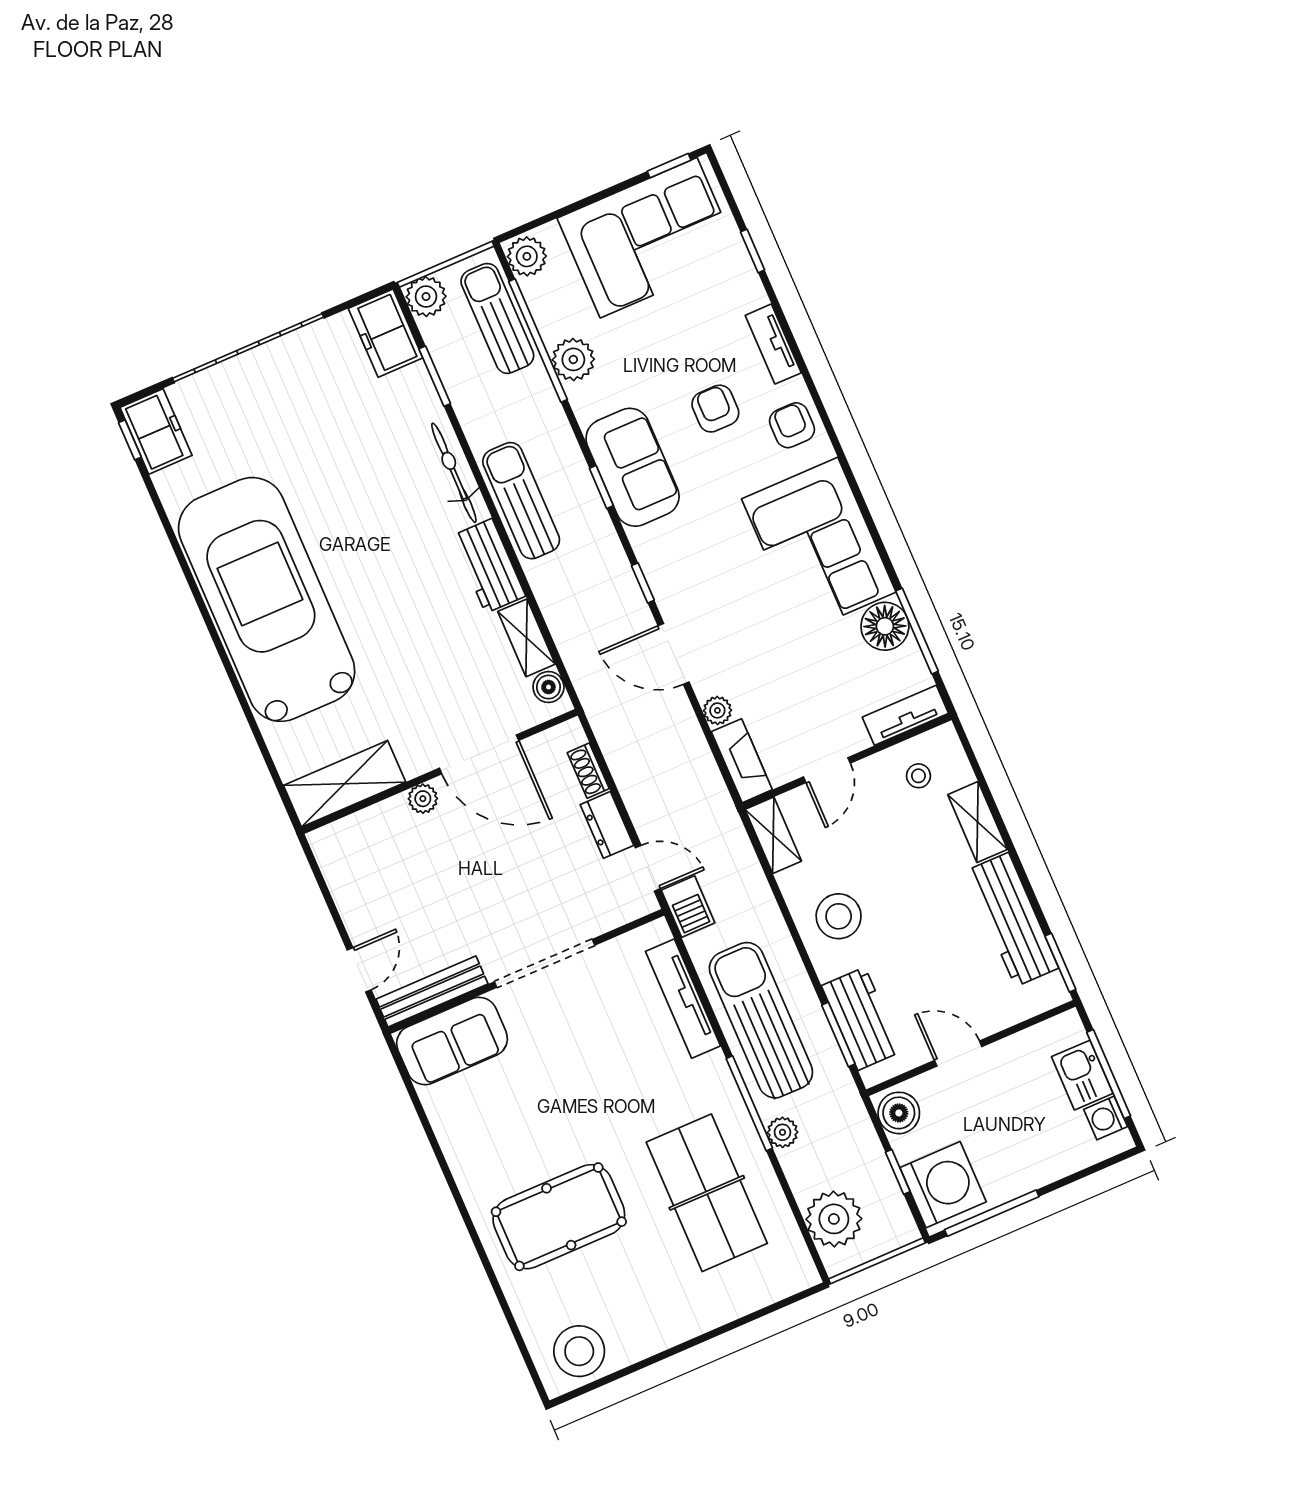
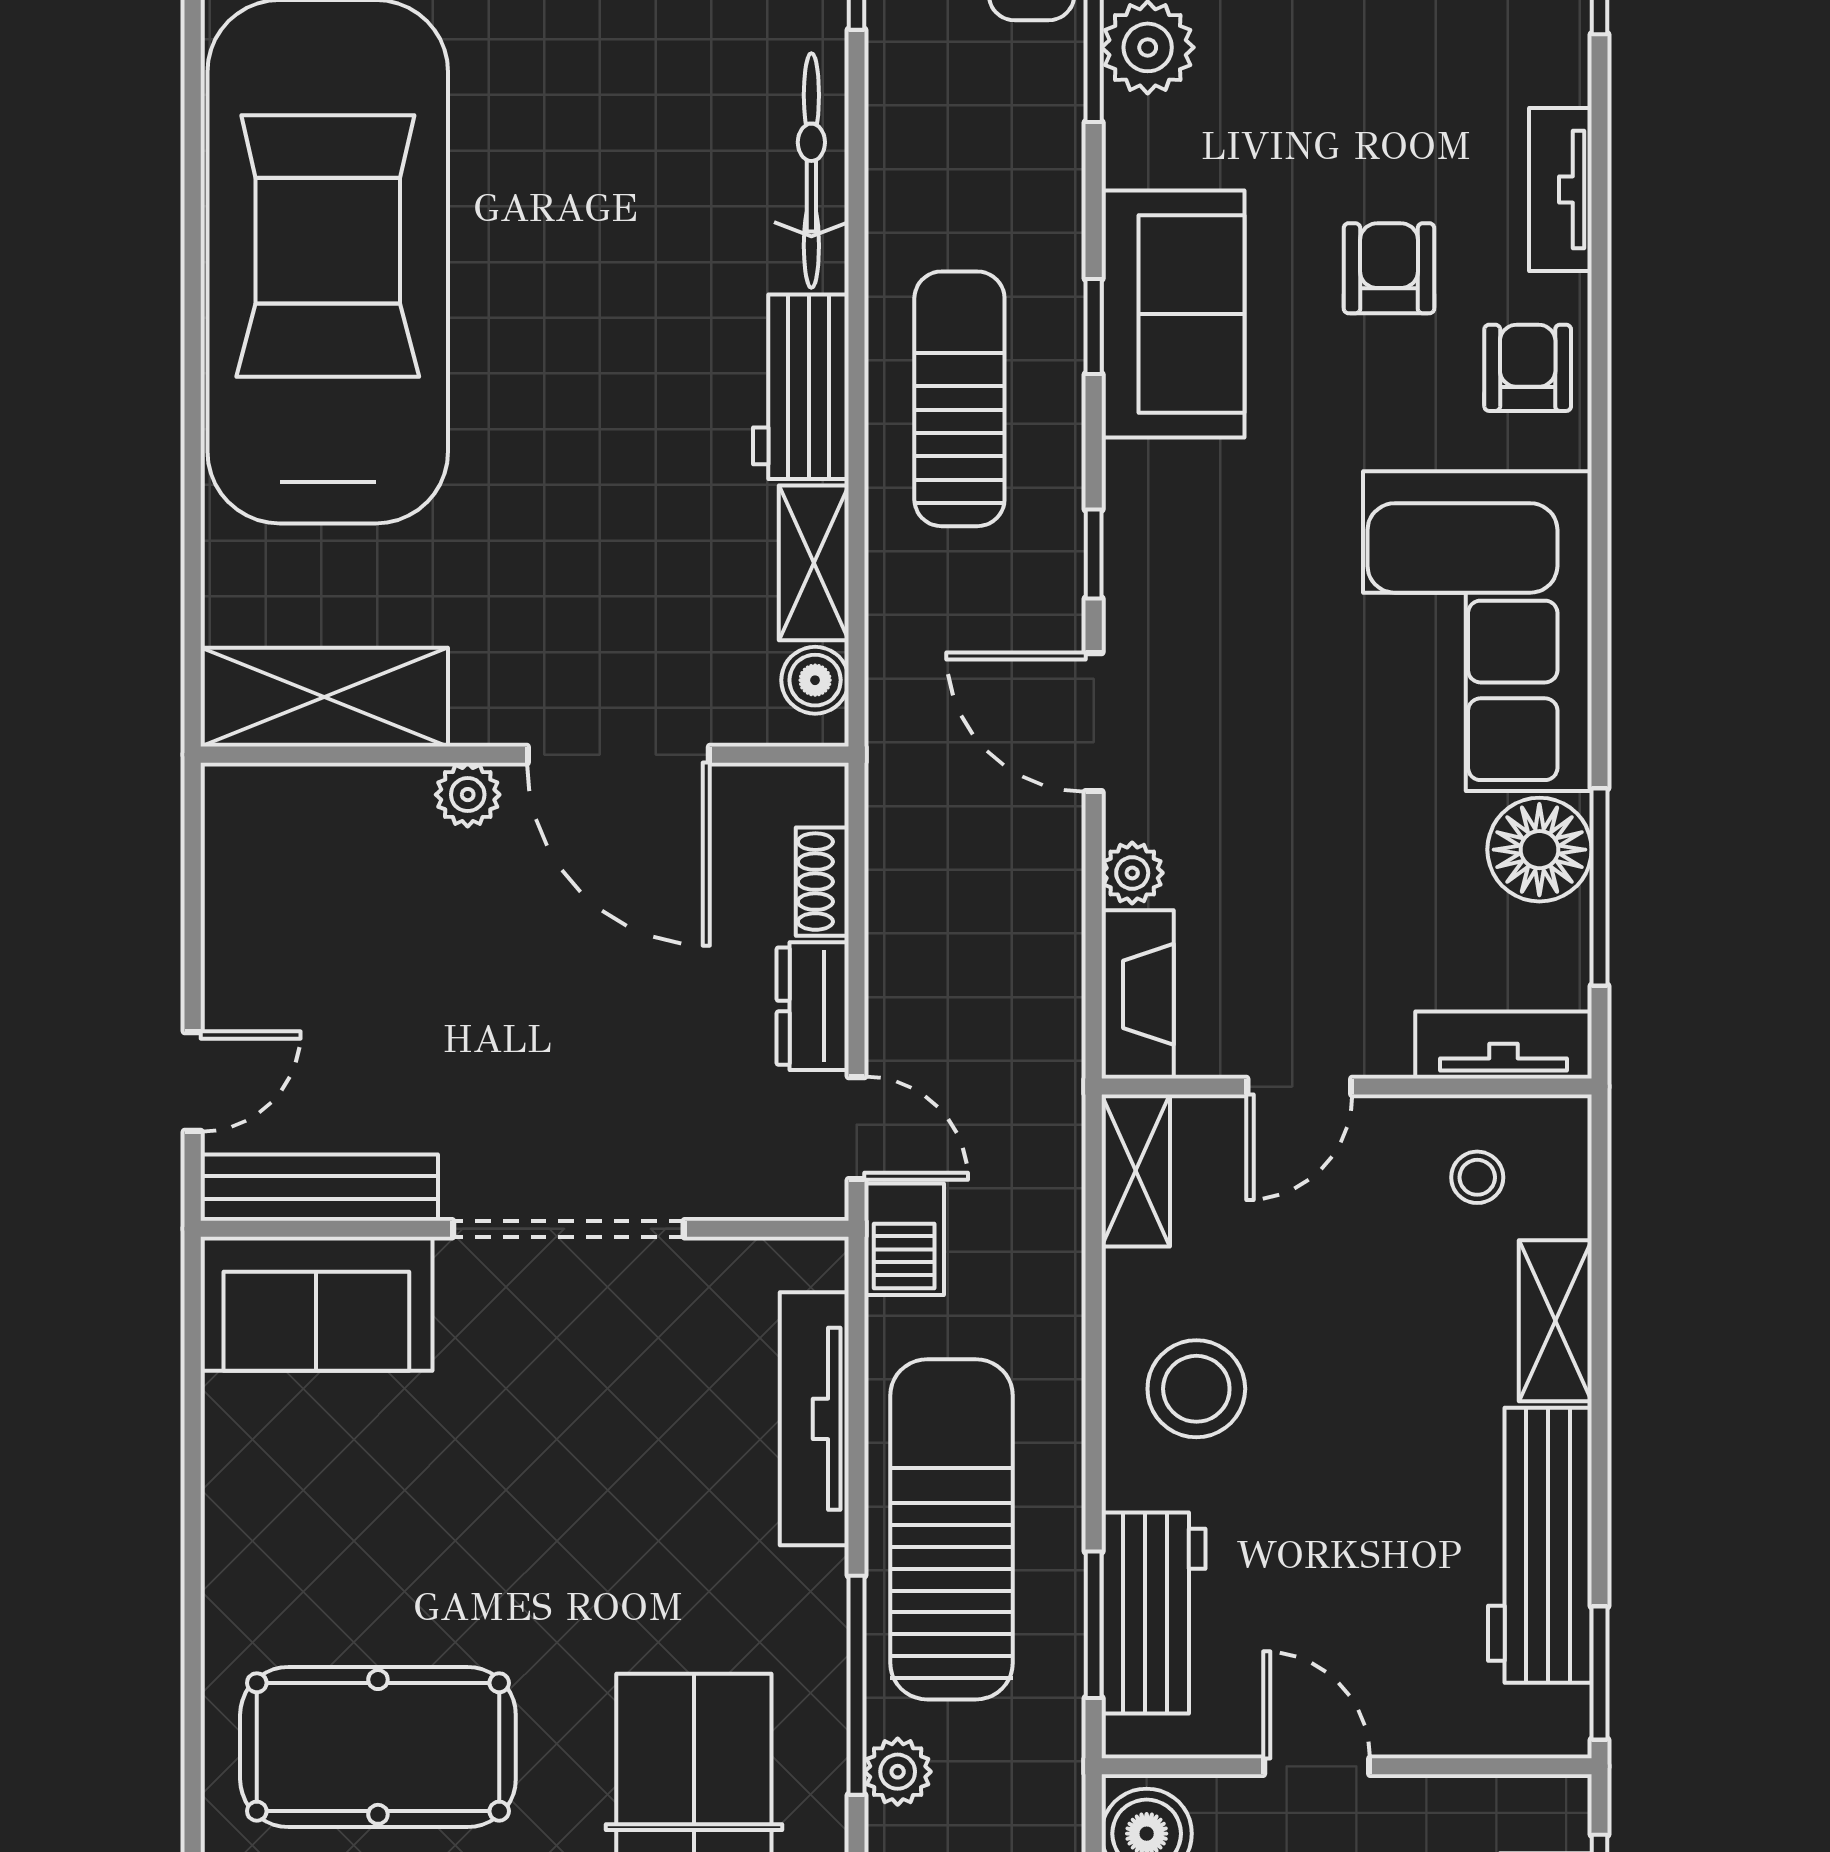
sun lounger: (521, 501) -> (959, 399), moved

